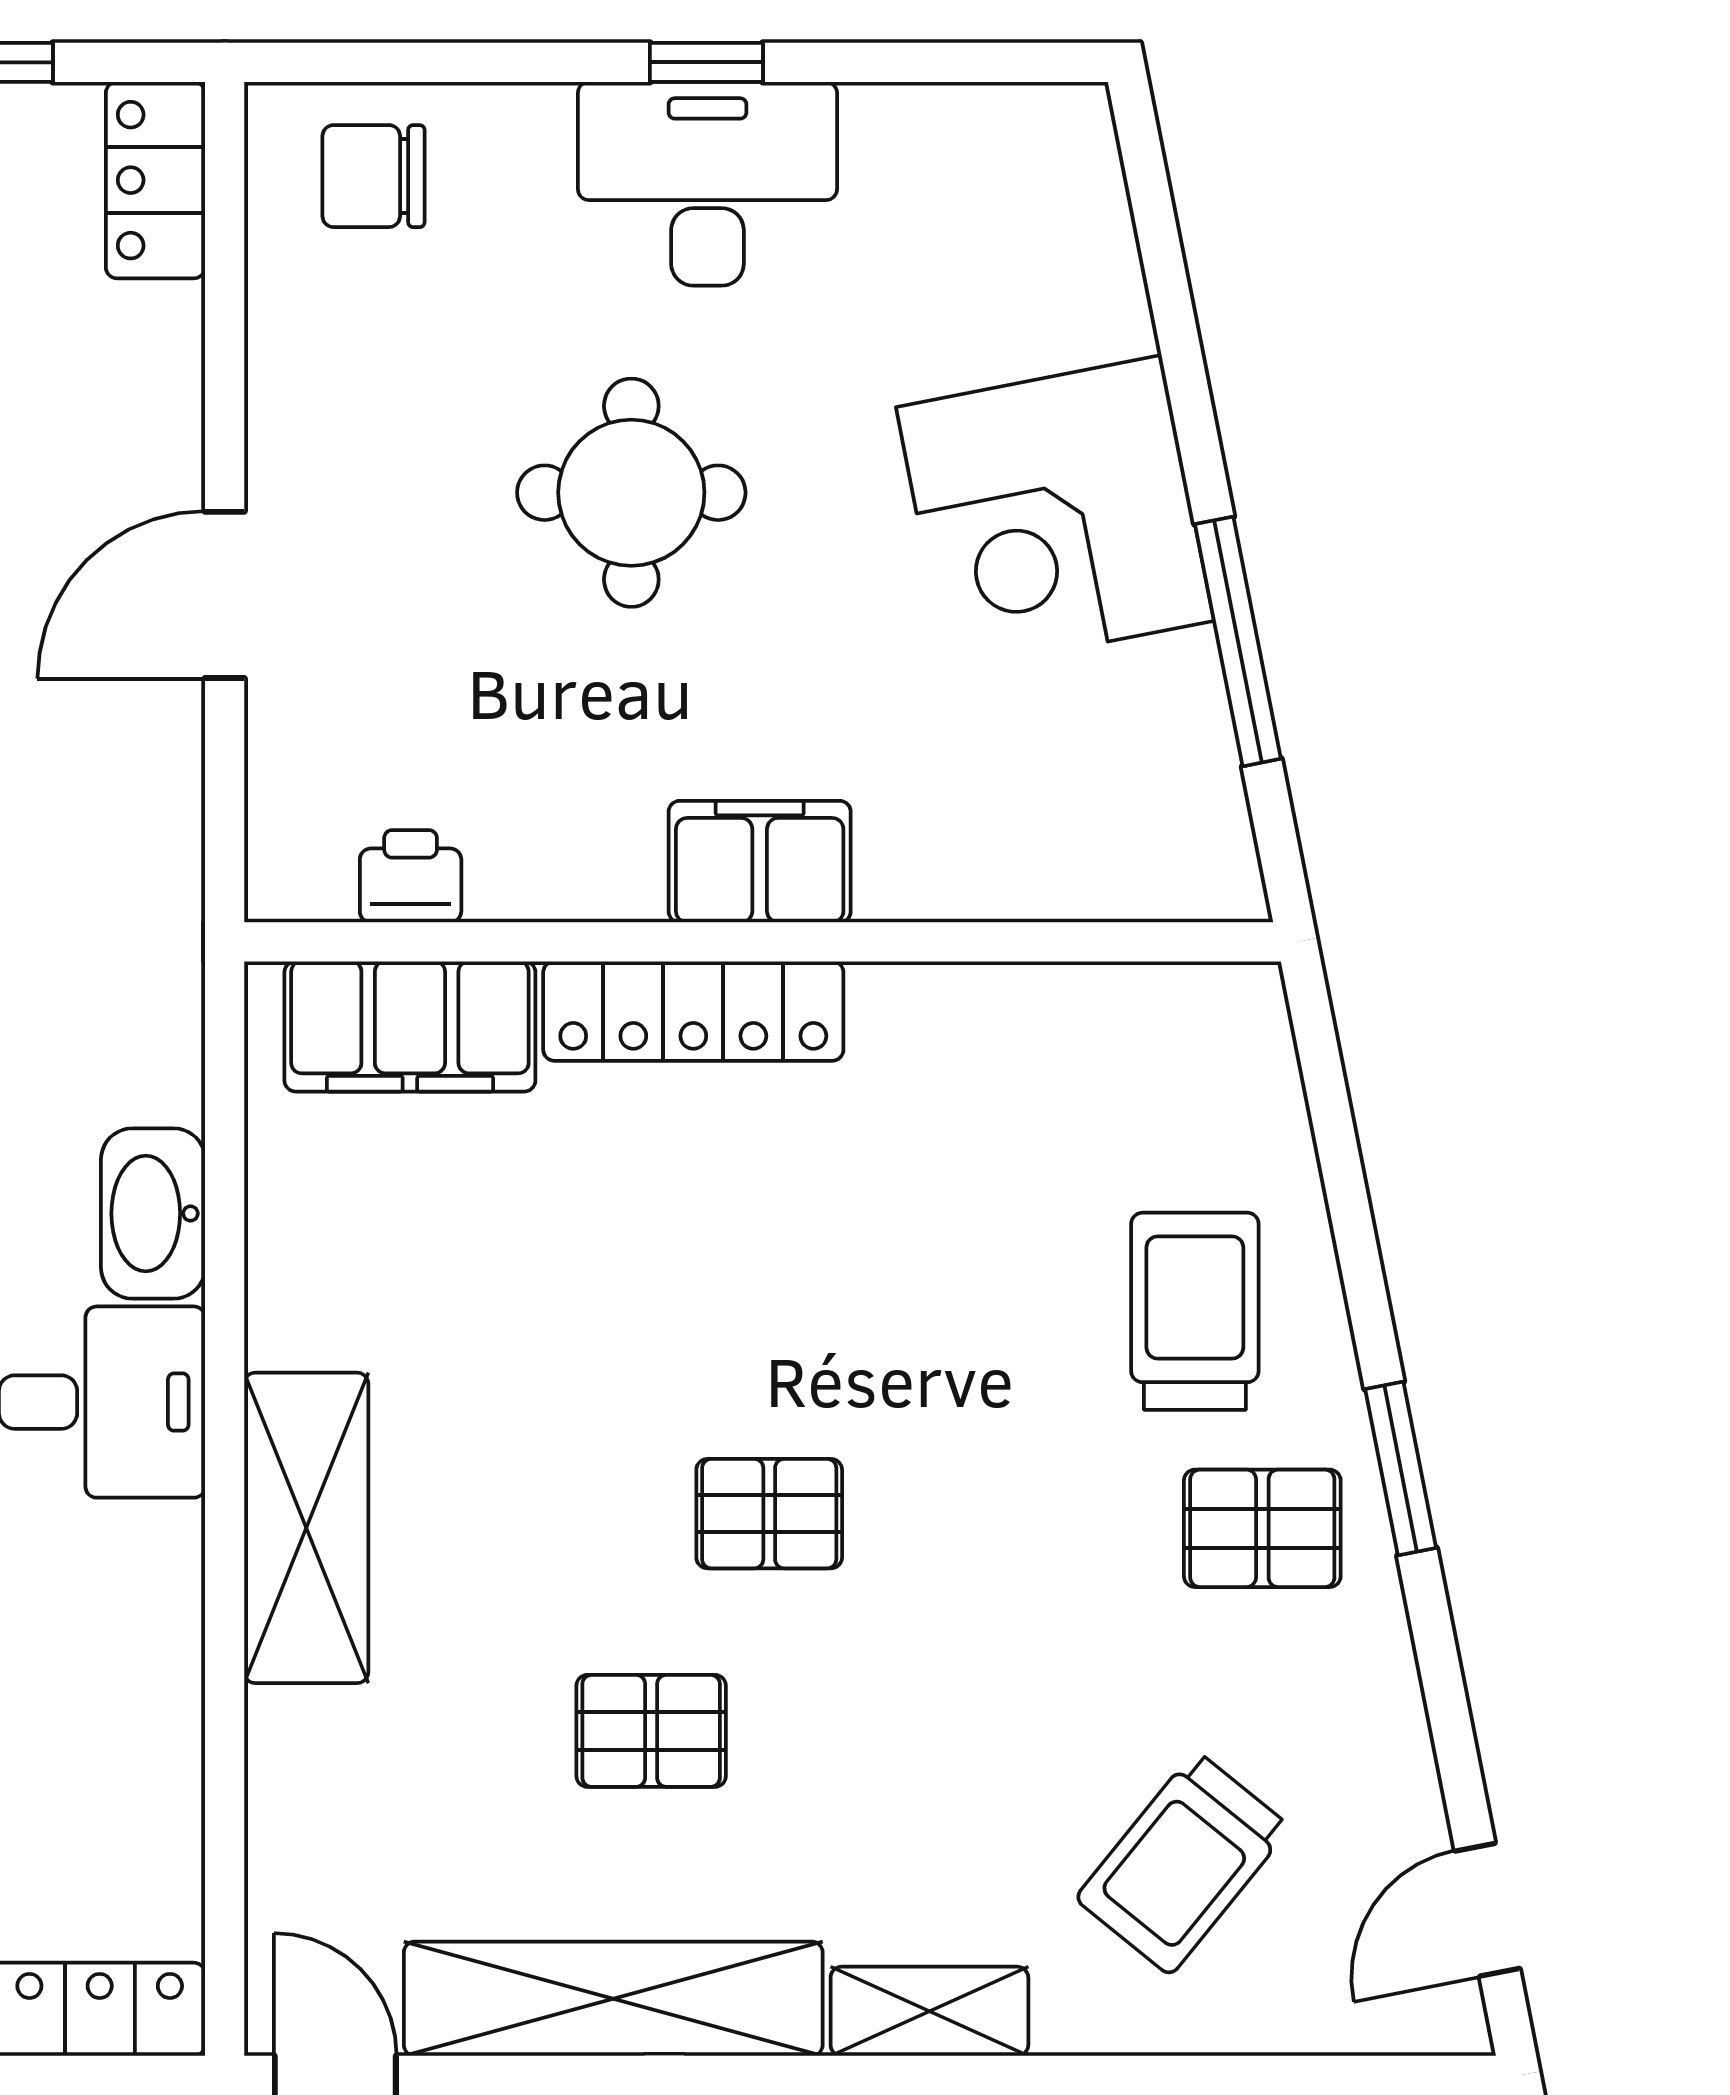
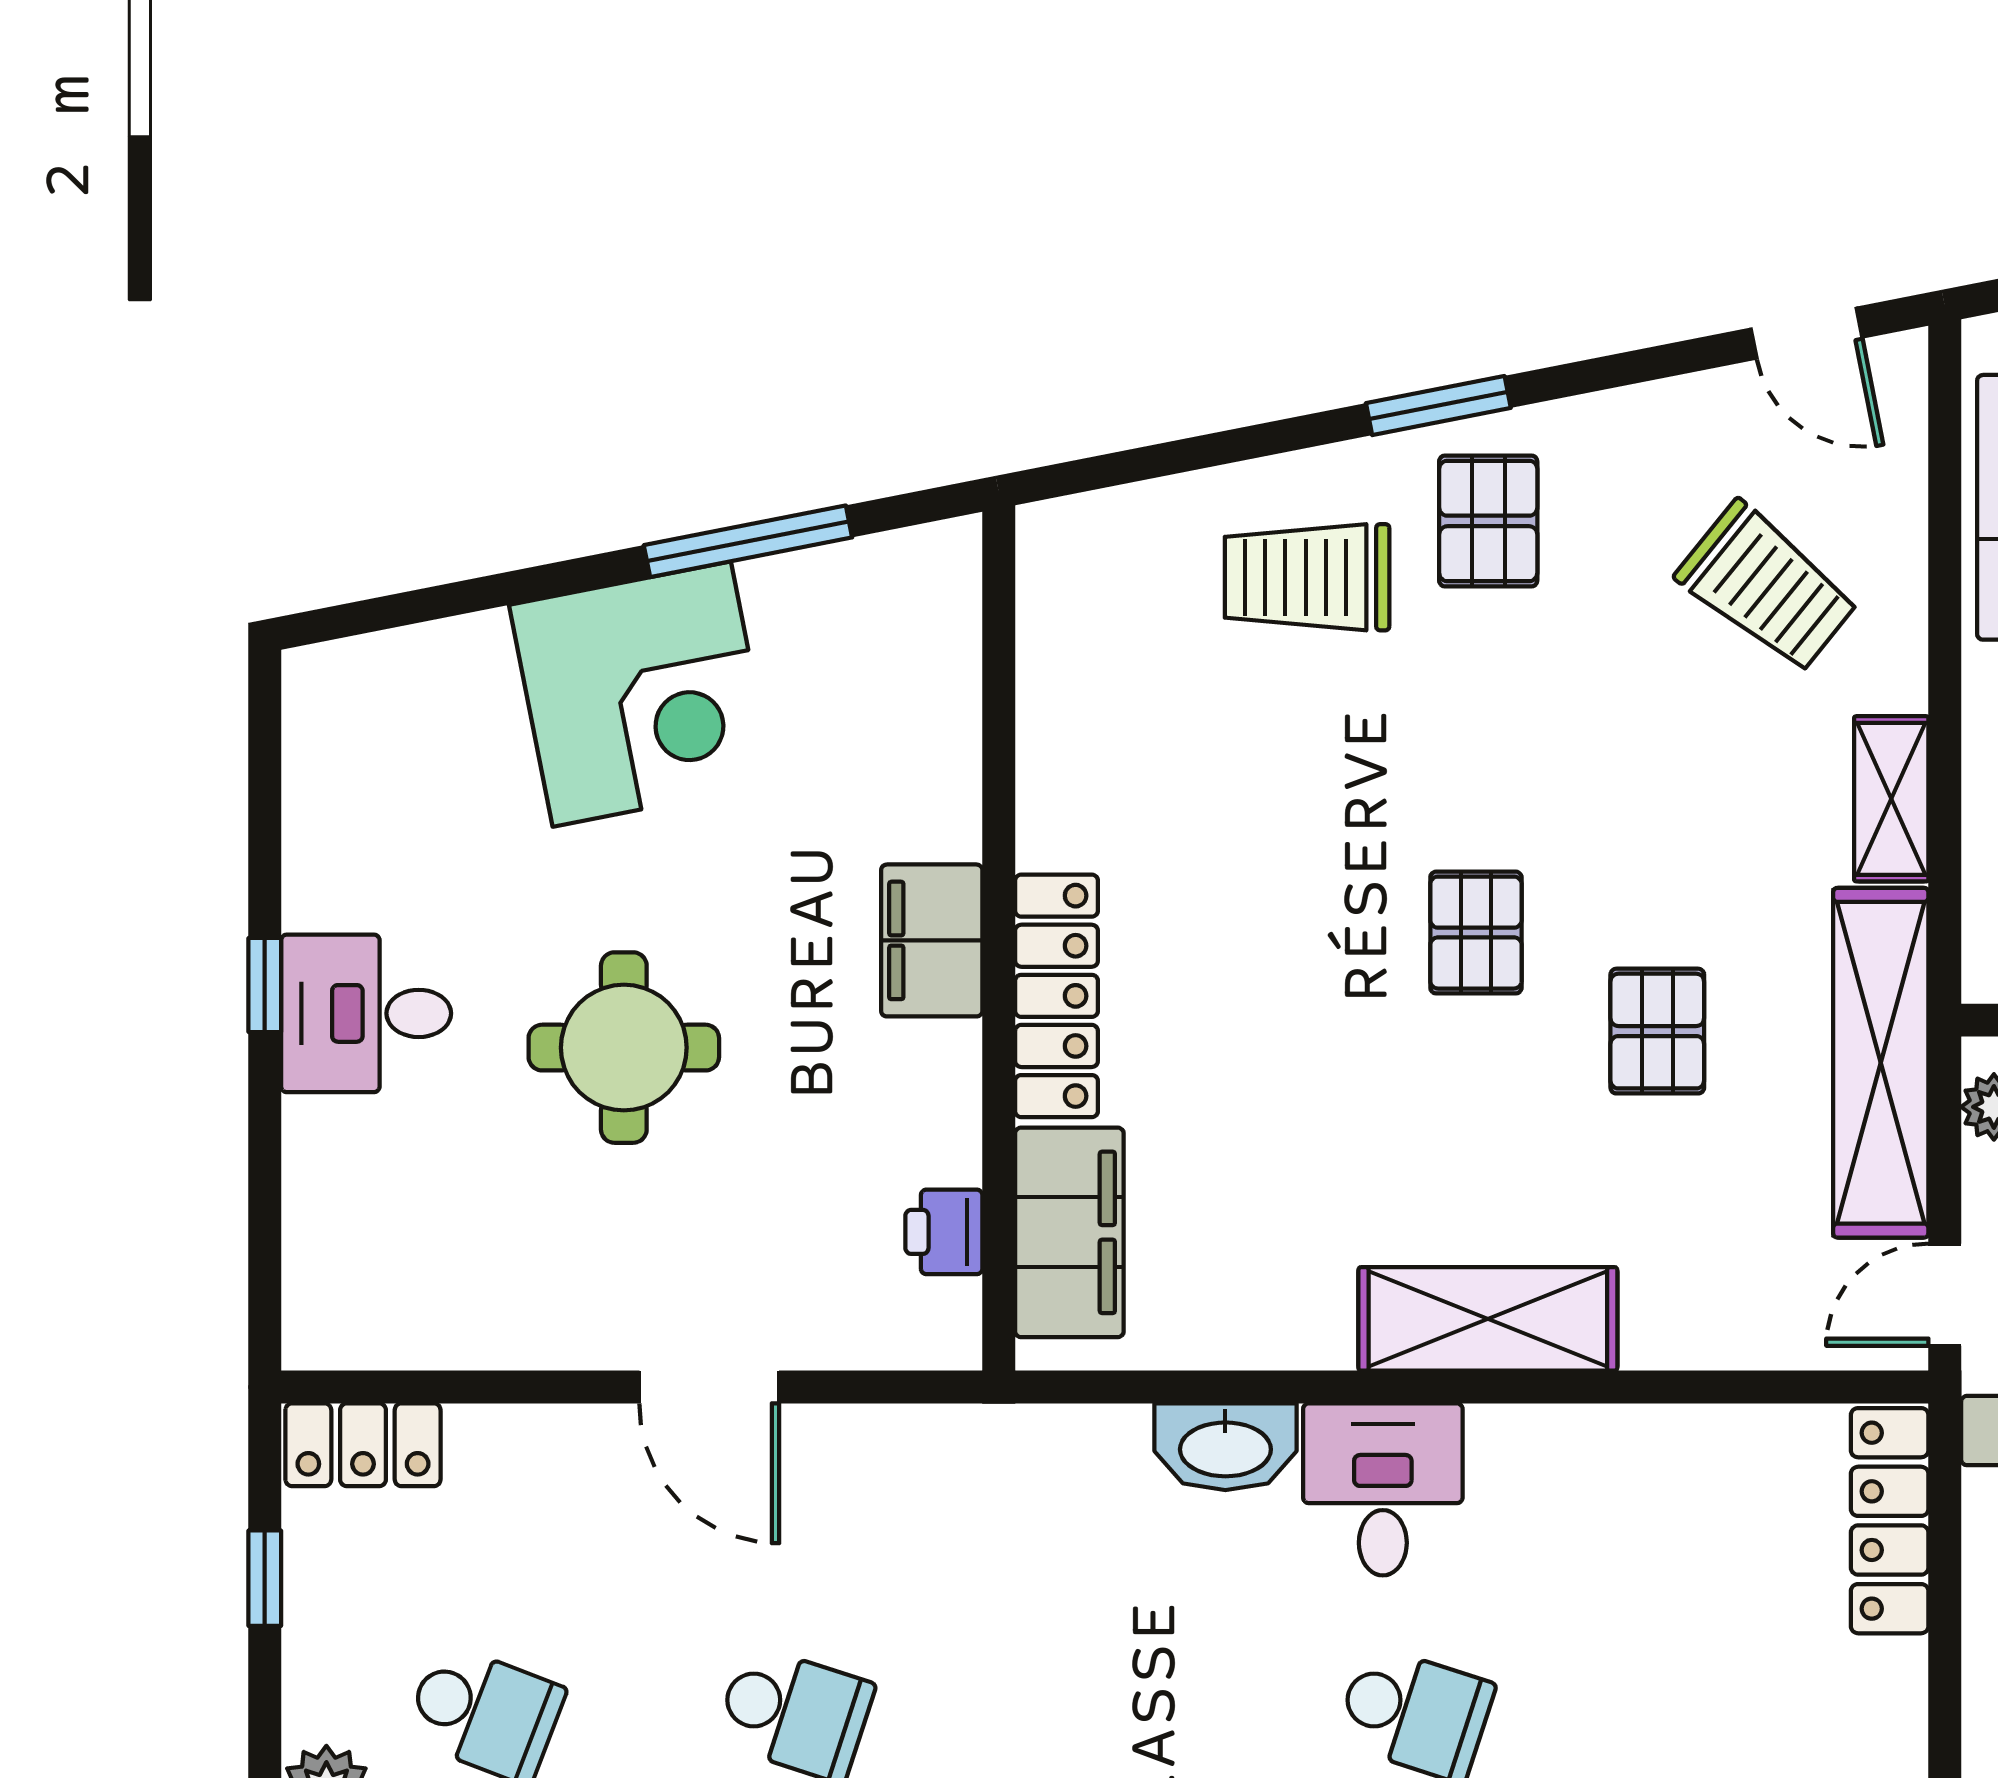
chair: (374, 176) -> (360, 1263), removed
desk: (707, 184) -> (366, 1013), width x0.73

